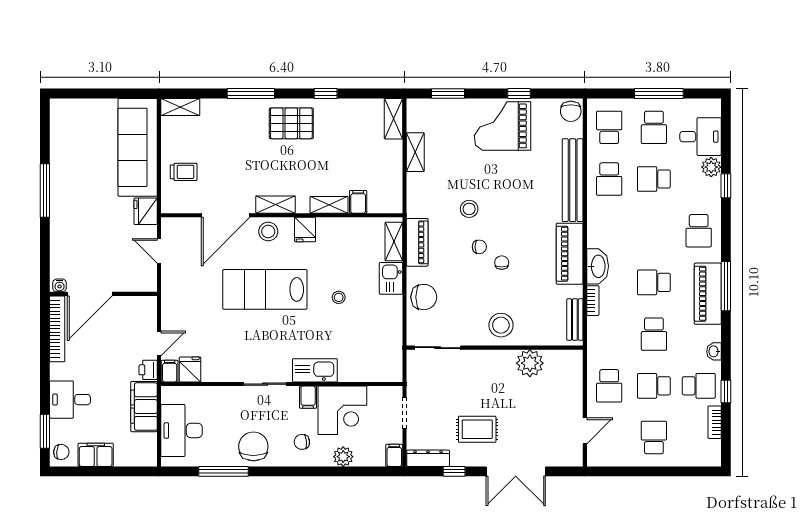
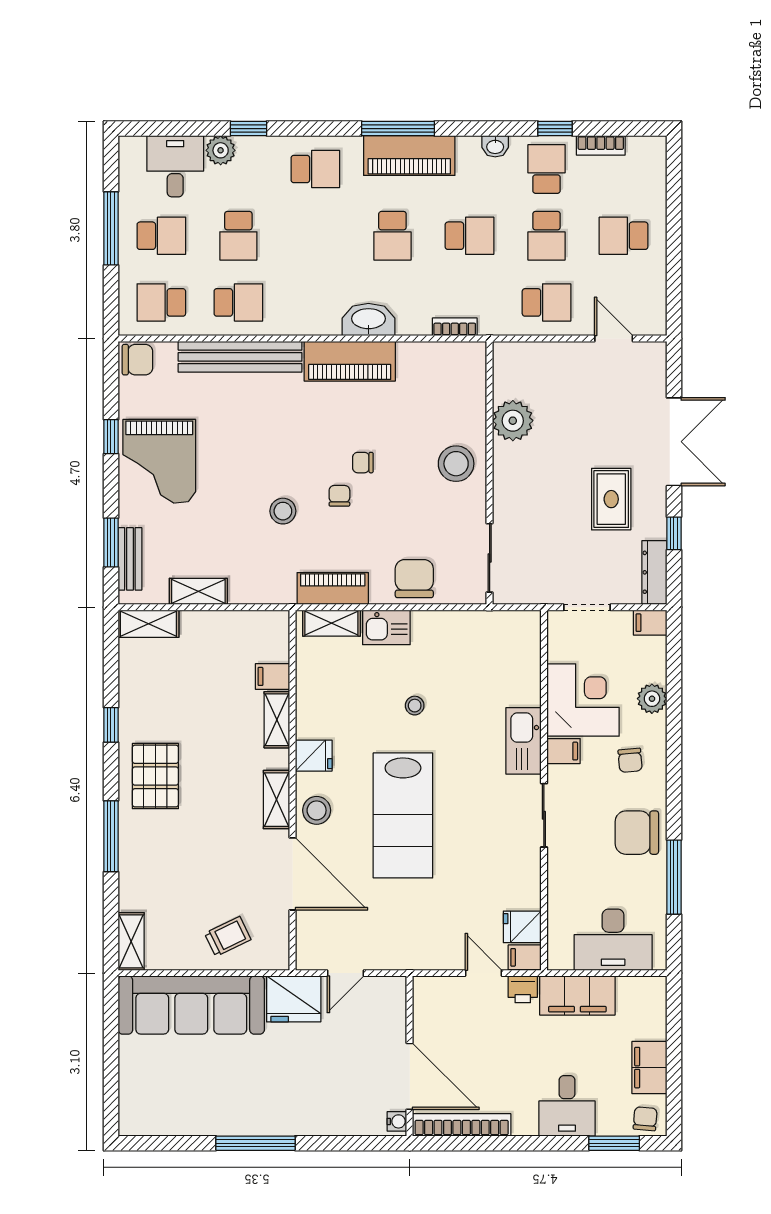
trolley: (184, 172) -> (228, 936), turned 64
fridge: (146, 211) -> (294, 999), width x1.36, depth x1.34
bookcase: (593, 301) -> (455, 327), moved
bench: (575, 320) -> (130, 559), moved, turned 90

